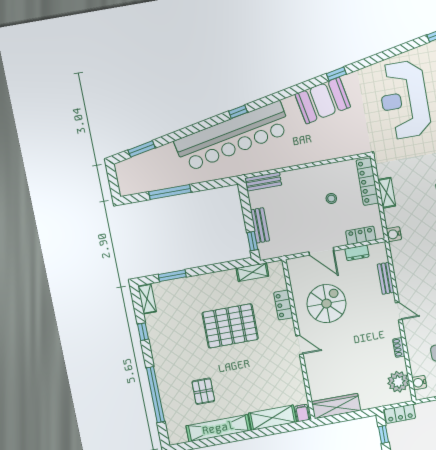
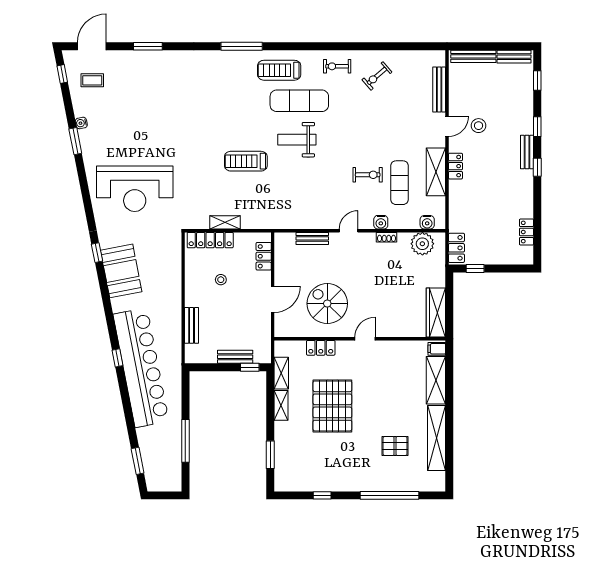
bench: (263, 182) -> (192, 325), moved
water cooler: (394, 234) -> (381, 222), moved
dresser: (357, 253) -> (281, 263), removed
shelving: (147, 299) -> (281, 405), moved, turned 90

